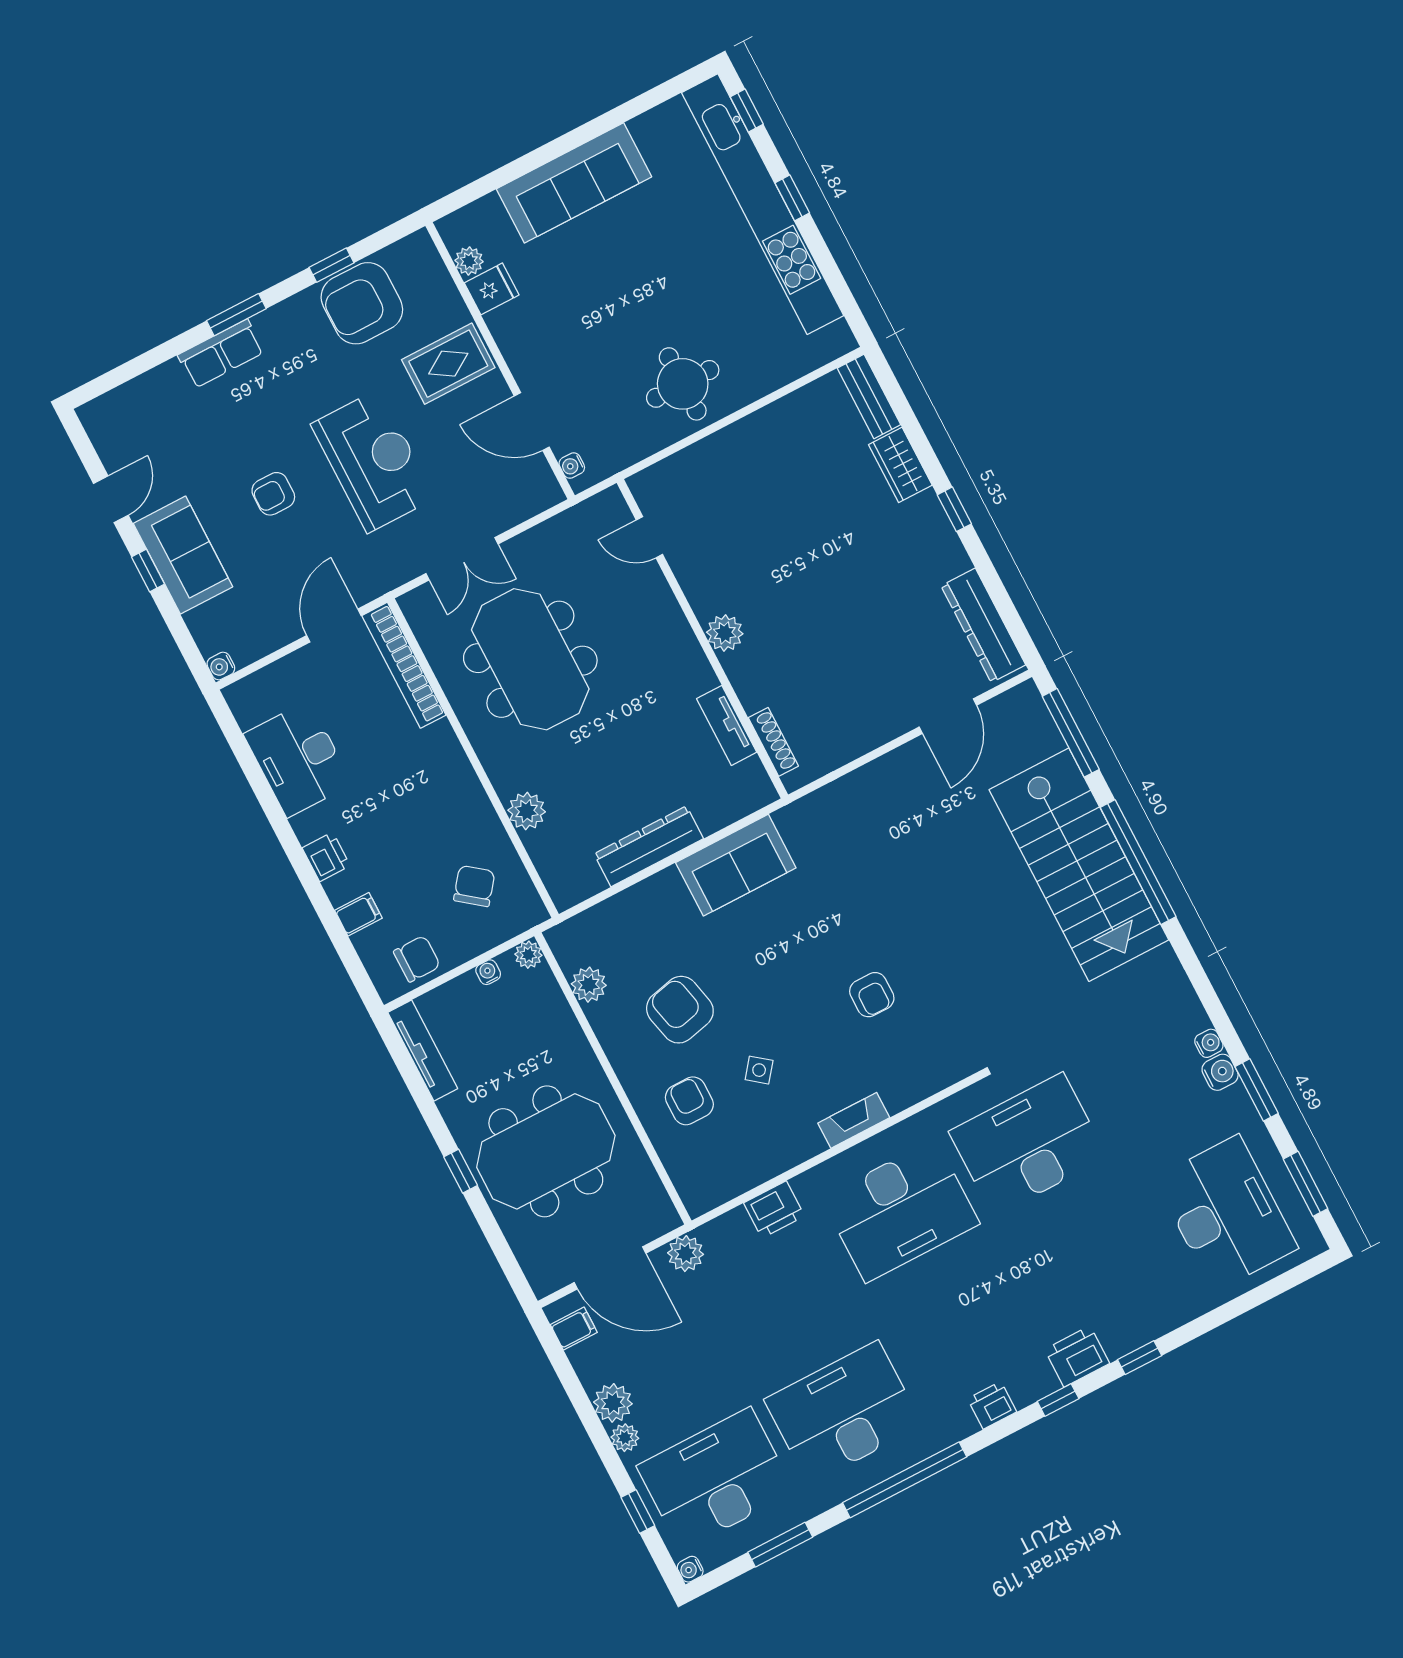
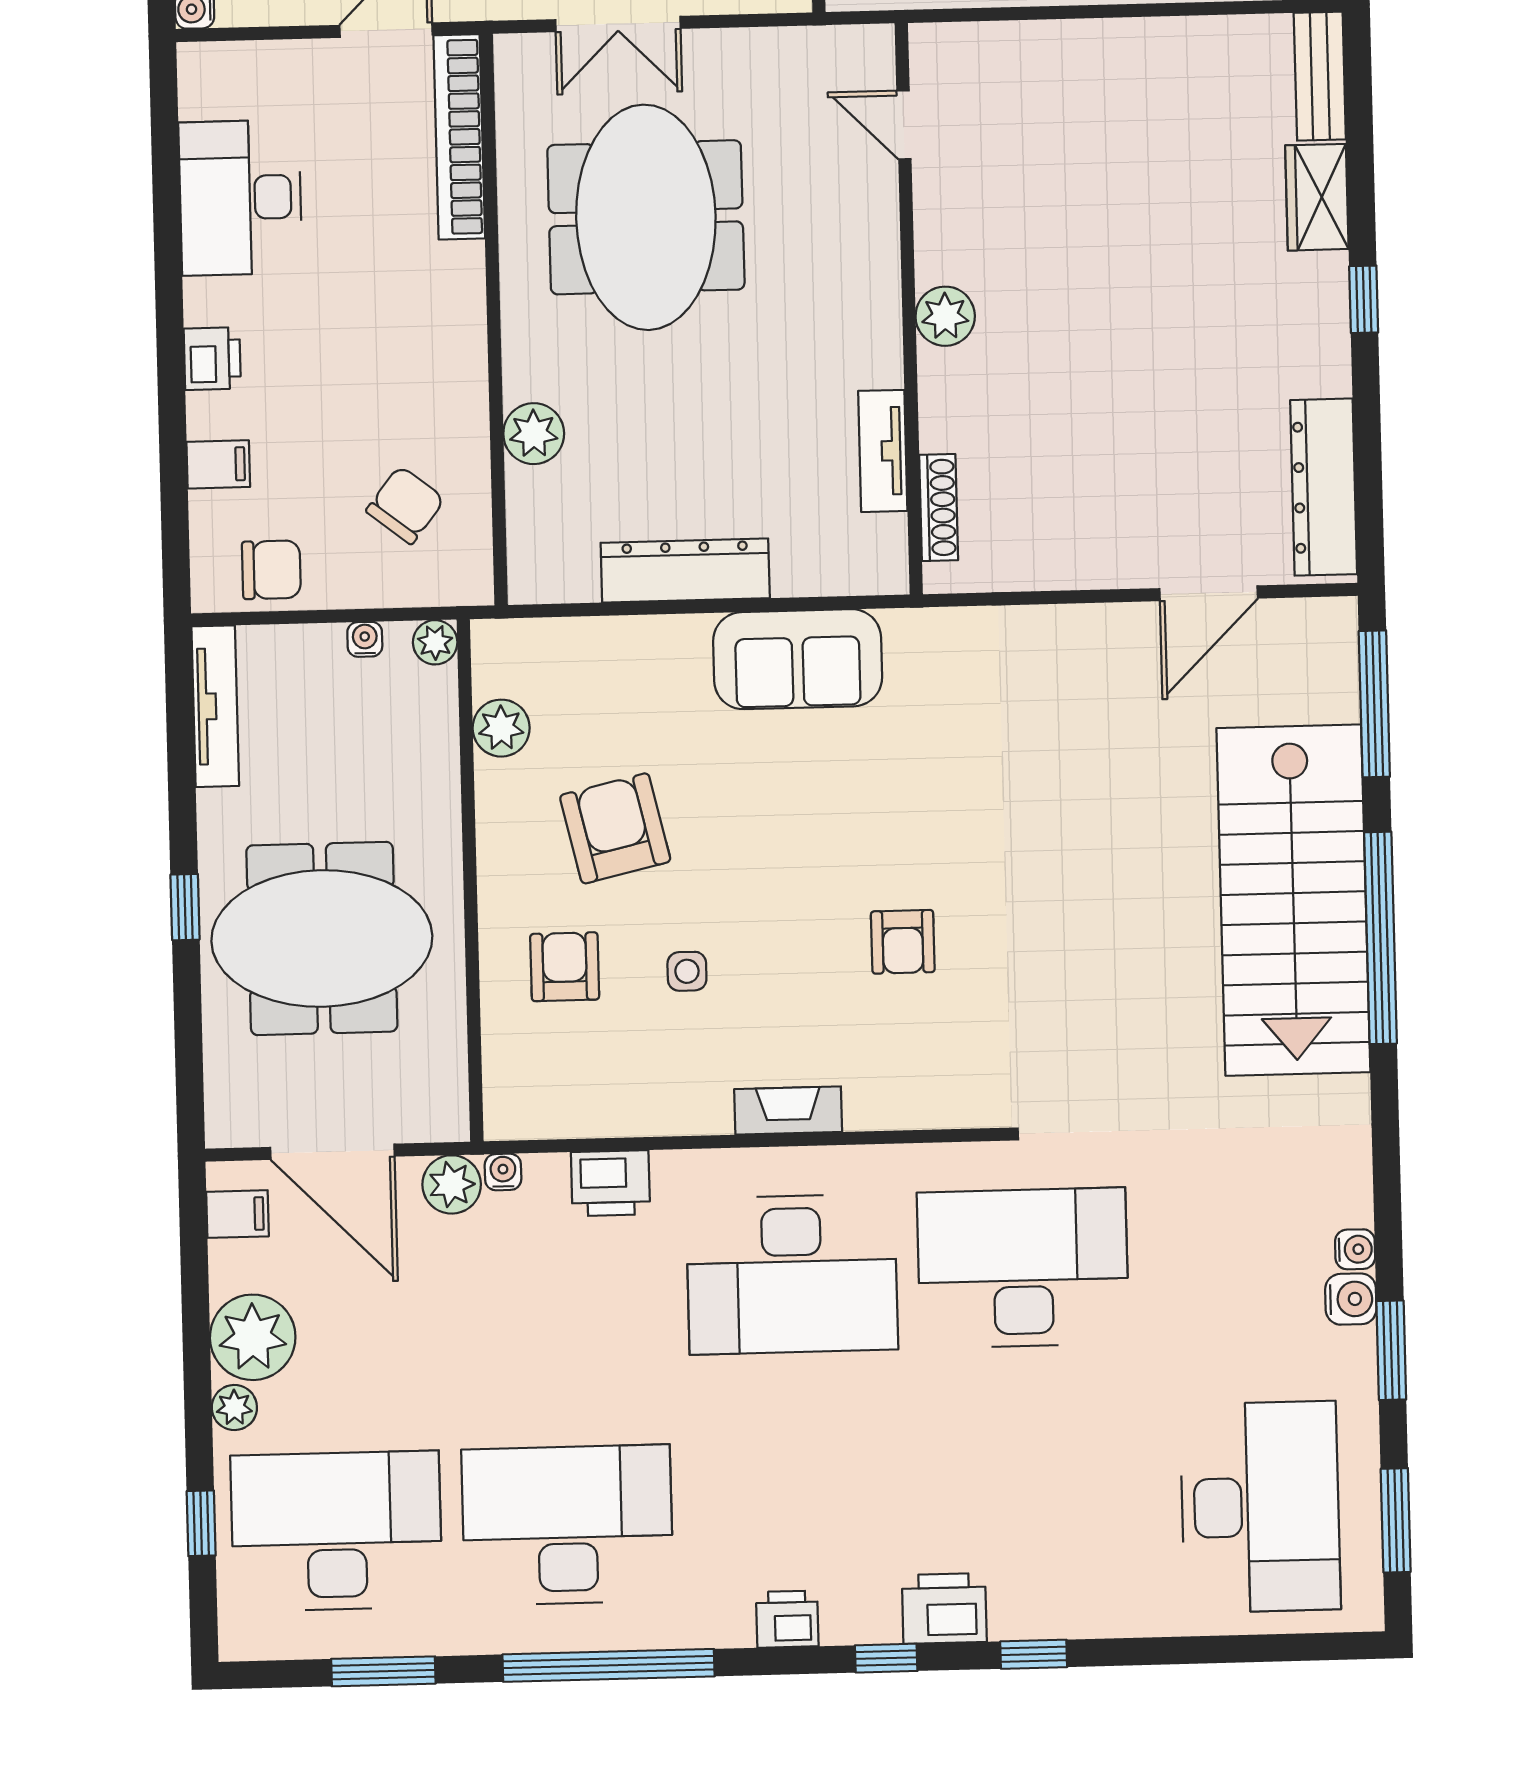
side table: (759, 1070) -> (687, 971), turned -38
plant: (613, 1403) -> (253, 1337), width x1.36, depth x1.36
water cooler: (690, 1569) -> (503, 1172), moved, turned 90

